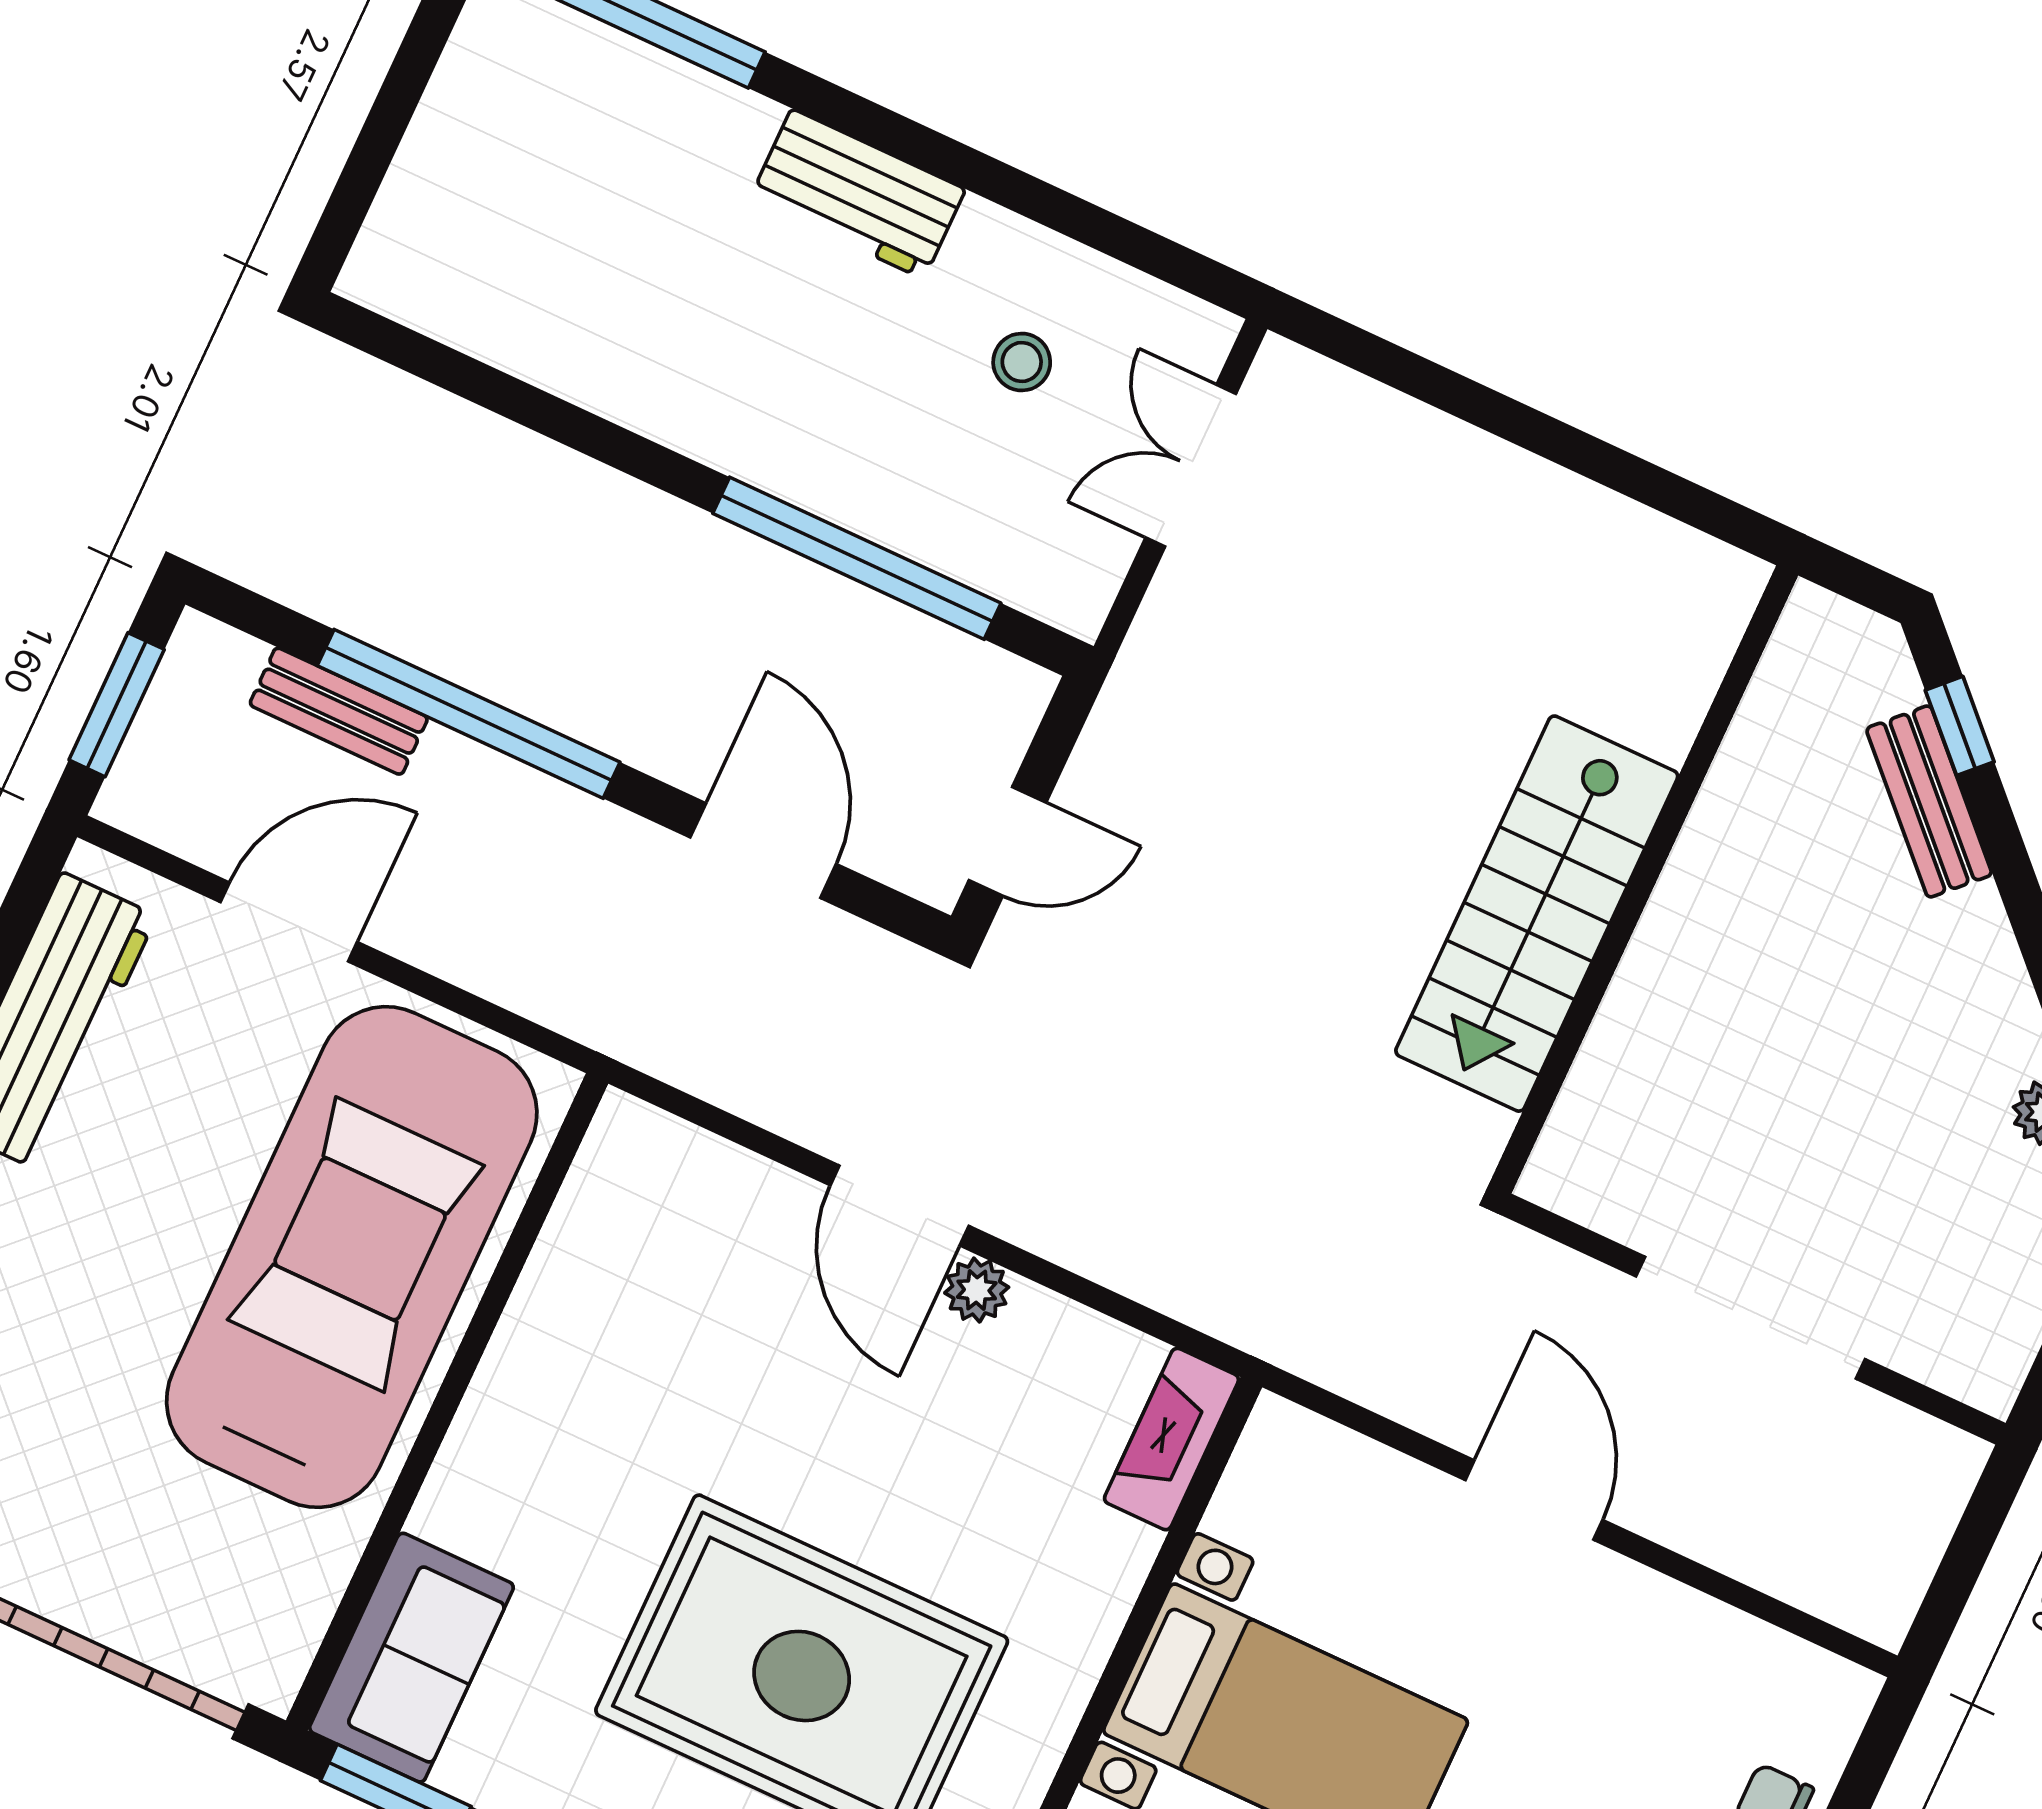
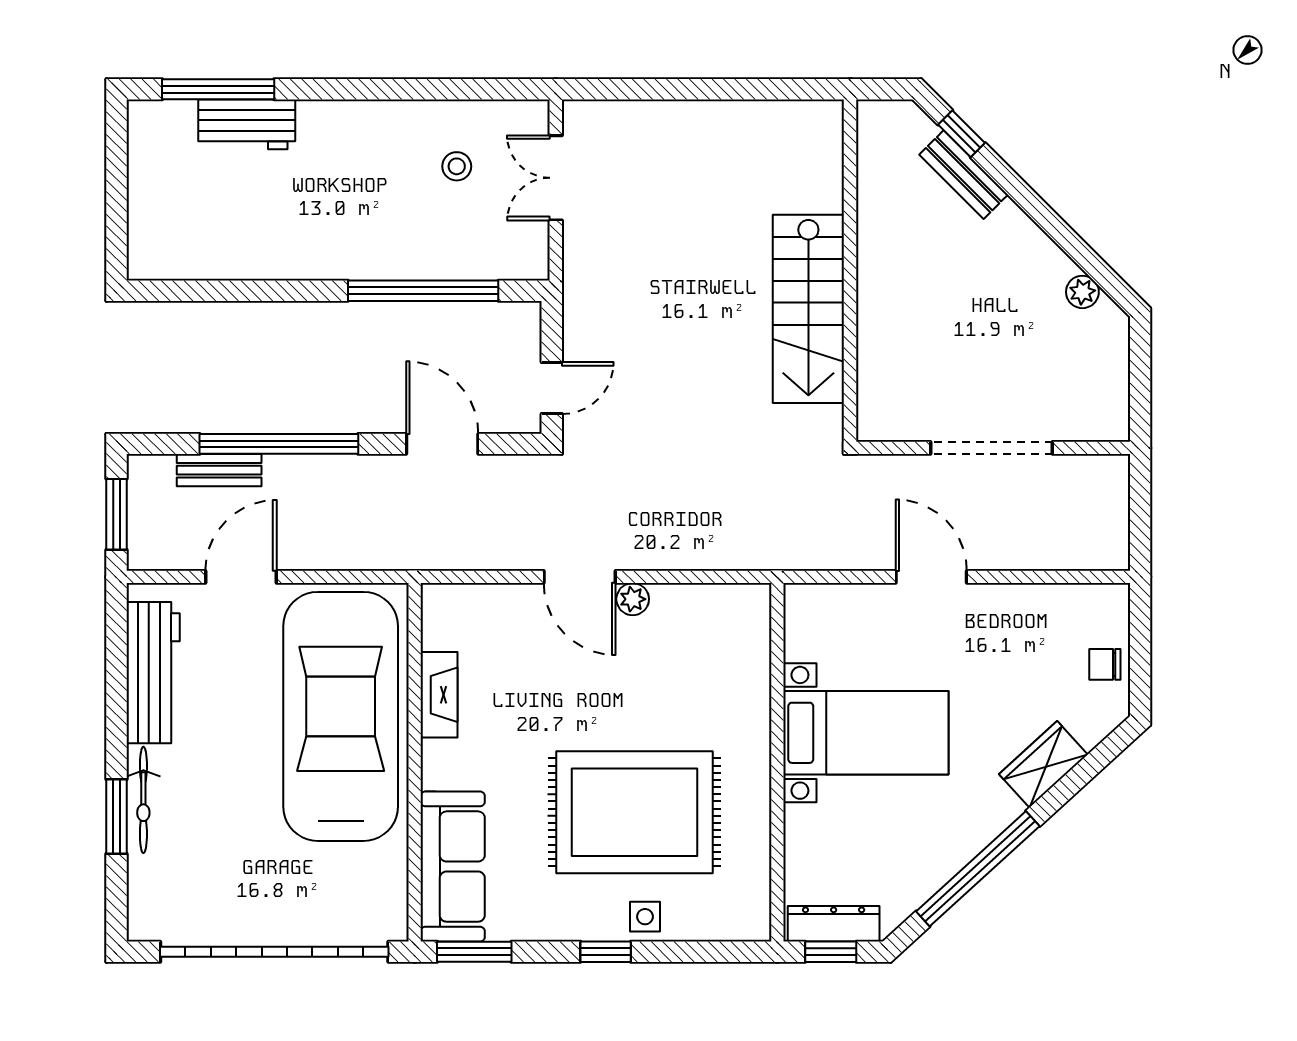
workbench: (858, 194) -> (247, 124), moved
fireplace: (1172, 1439) -> (439, 695), moved, turned 180
sofa: (411, 1658) -> (453, 867), width x1.36

